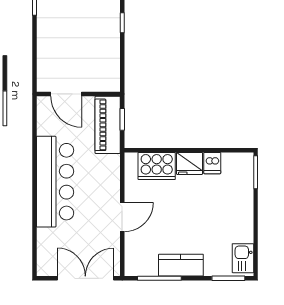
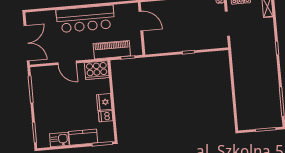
door: (66, 94) -> (141, 21), swing flipped
piano: (108, 125) -> (112, 50), moved
cooker: (157, 166) -> (97, 70), moved, turned -90
kitchen sink: (243, 258) -> (59, 140), moved
kitchen counter: (181, 265) -> (83, 137), moved, turned -90

